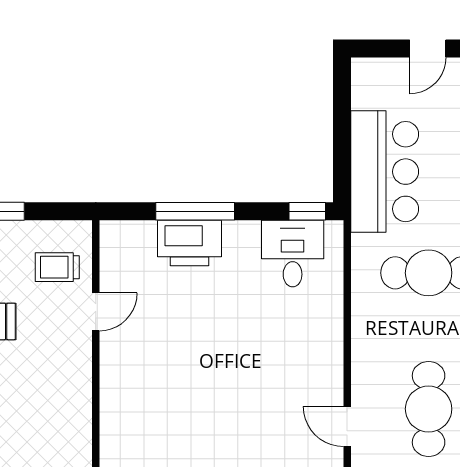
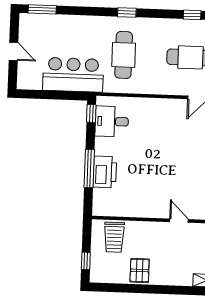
trolley: (57, 267) -> (114, 237), width x1.36, depth x1.39
door: (96, 312) -> (179, 221), moved

